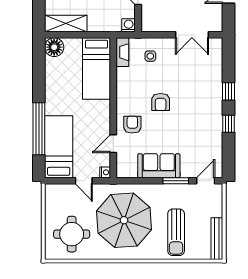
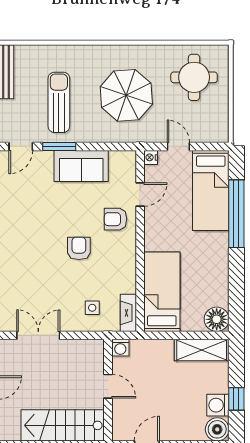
armchair: (132, 125) -> (115, 219), turned 90
parasol: (124, 220) -> (126, 95), width x0.73, depth x0.73
sun lounger: (176, 232) -> (59, 102), moved

